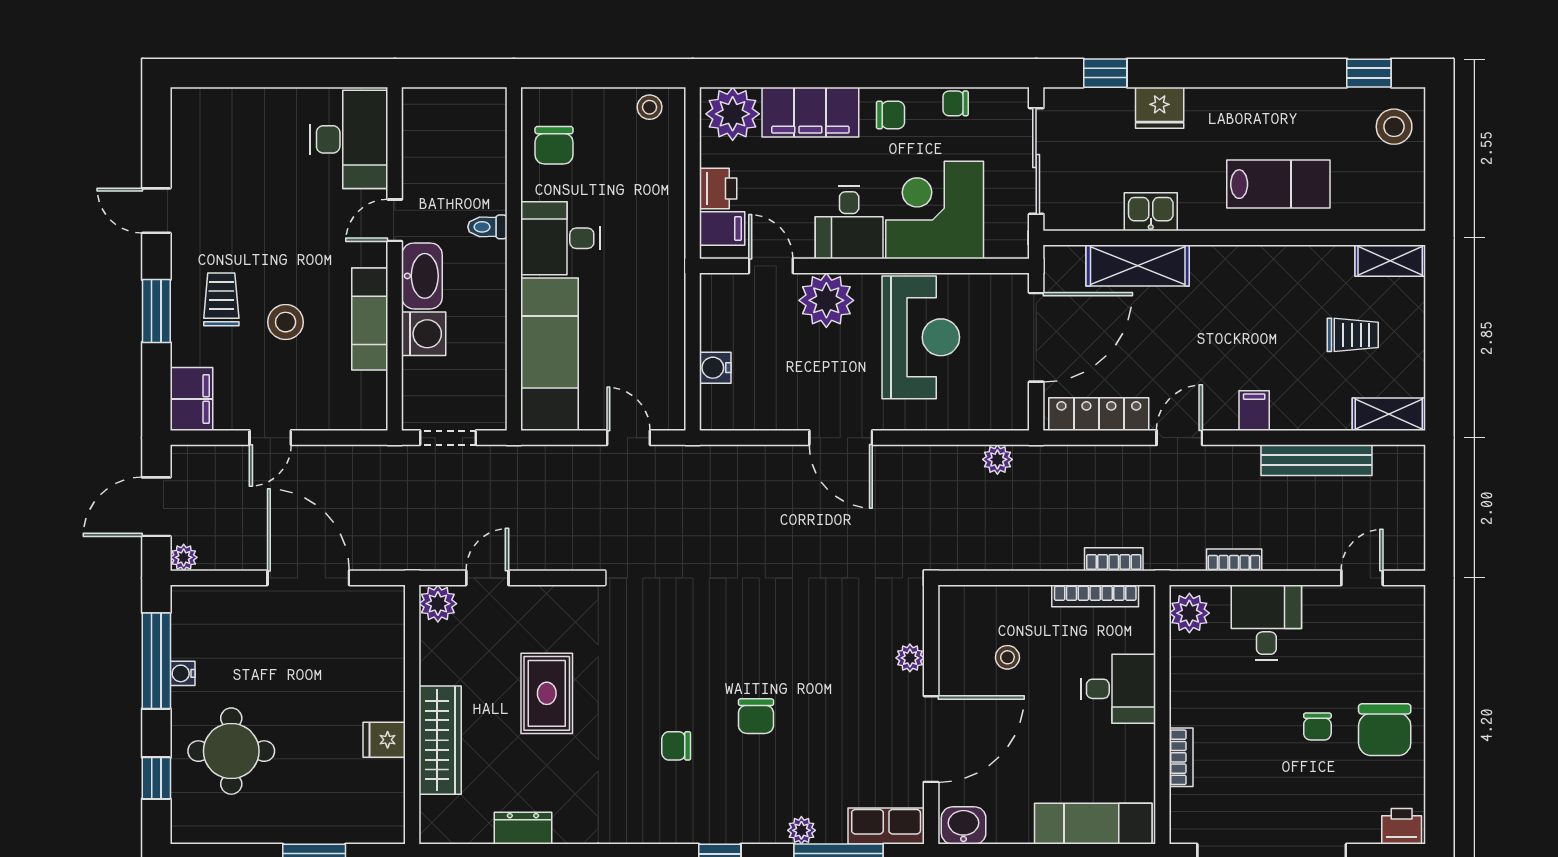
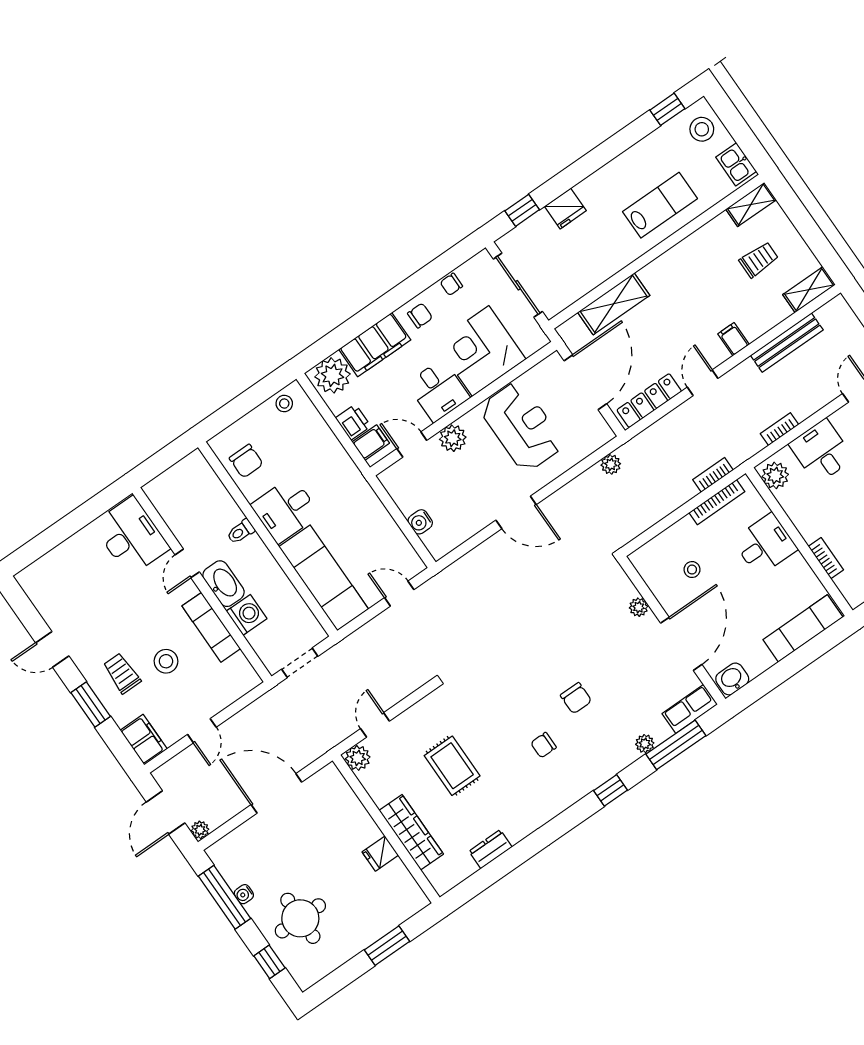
kitchen sink: (1151, 212) -> (736, 164), moved, turned -90
plant: (826, 300) -> (453, 438), width x0.73, depth x0.73

